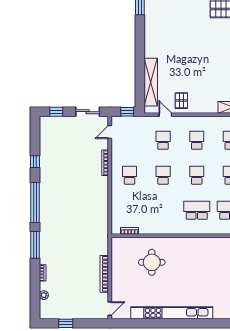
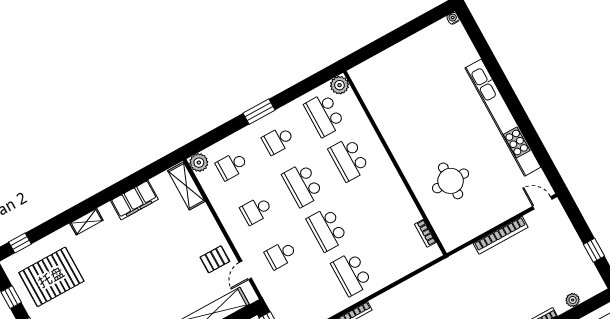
school desk: (129, 175) -> (352, 274), width x1.85
school desk: (163, 175) -> (327, 229), width x1.85
school desk: (197, 175) -> (303, 185), width x1.85

